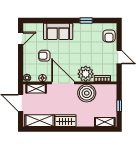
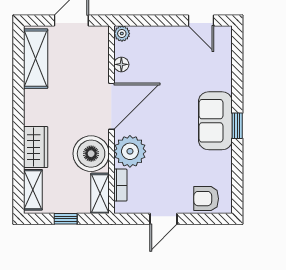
window: (86, 20) -> (237, 126), moved
sofa: (58, 31) -> (215, 121), moved
armchair: (44, 56) -> (166, 68), removed
shelving: (36, 89) -> (100, 193), moved
wardrobe: (66, 121) -> (36, 147), moved

